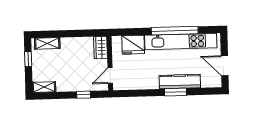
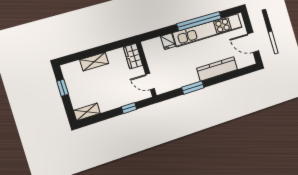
shelving: (47, 43) -> (94, 62), moved
fridge: (133, 45) -> (168, 41), width x0.53, depth x0.75
door: (110, 76) -> (150, 82), hinge flipped
window: (176, 92) -> (193, 88), moved

